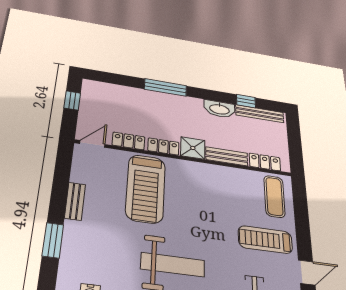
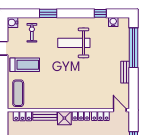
door: (92, 144) -> (120, 110), swing flipped
treadmill: (146, 188) -> (90, 86), removed
window: (53, 240) -> (133, 48), width x2.11

